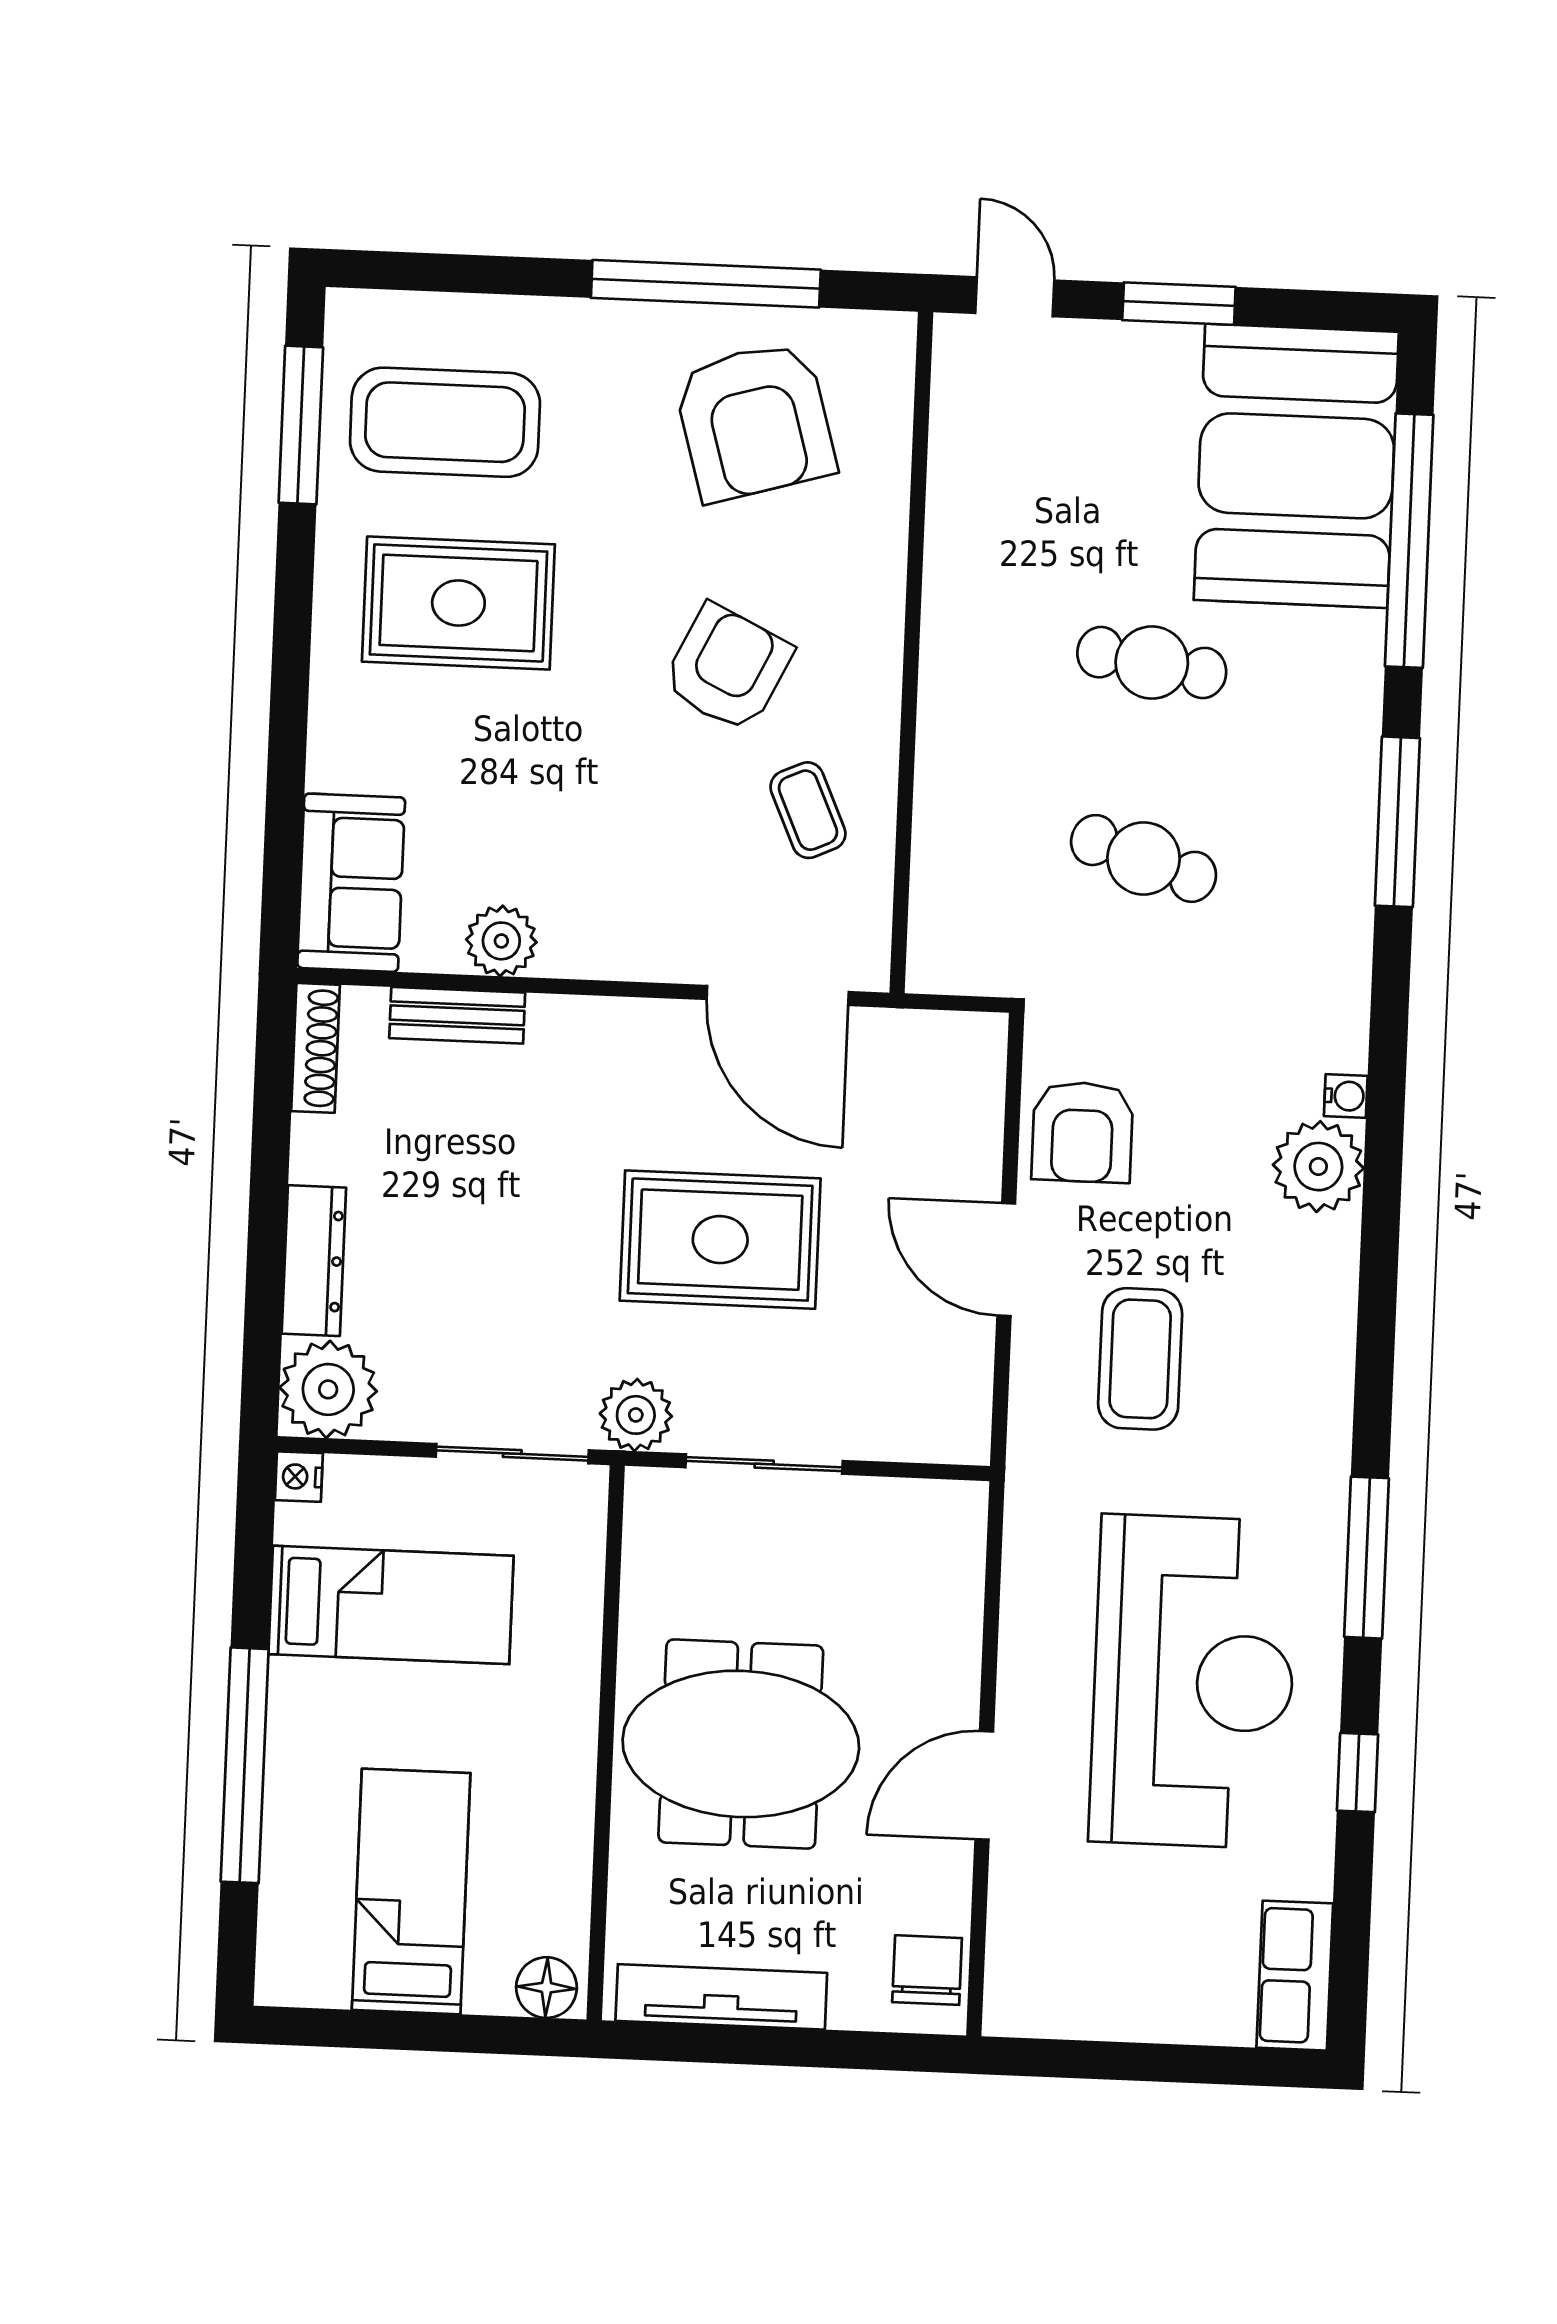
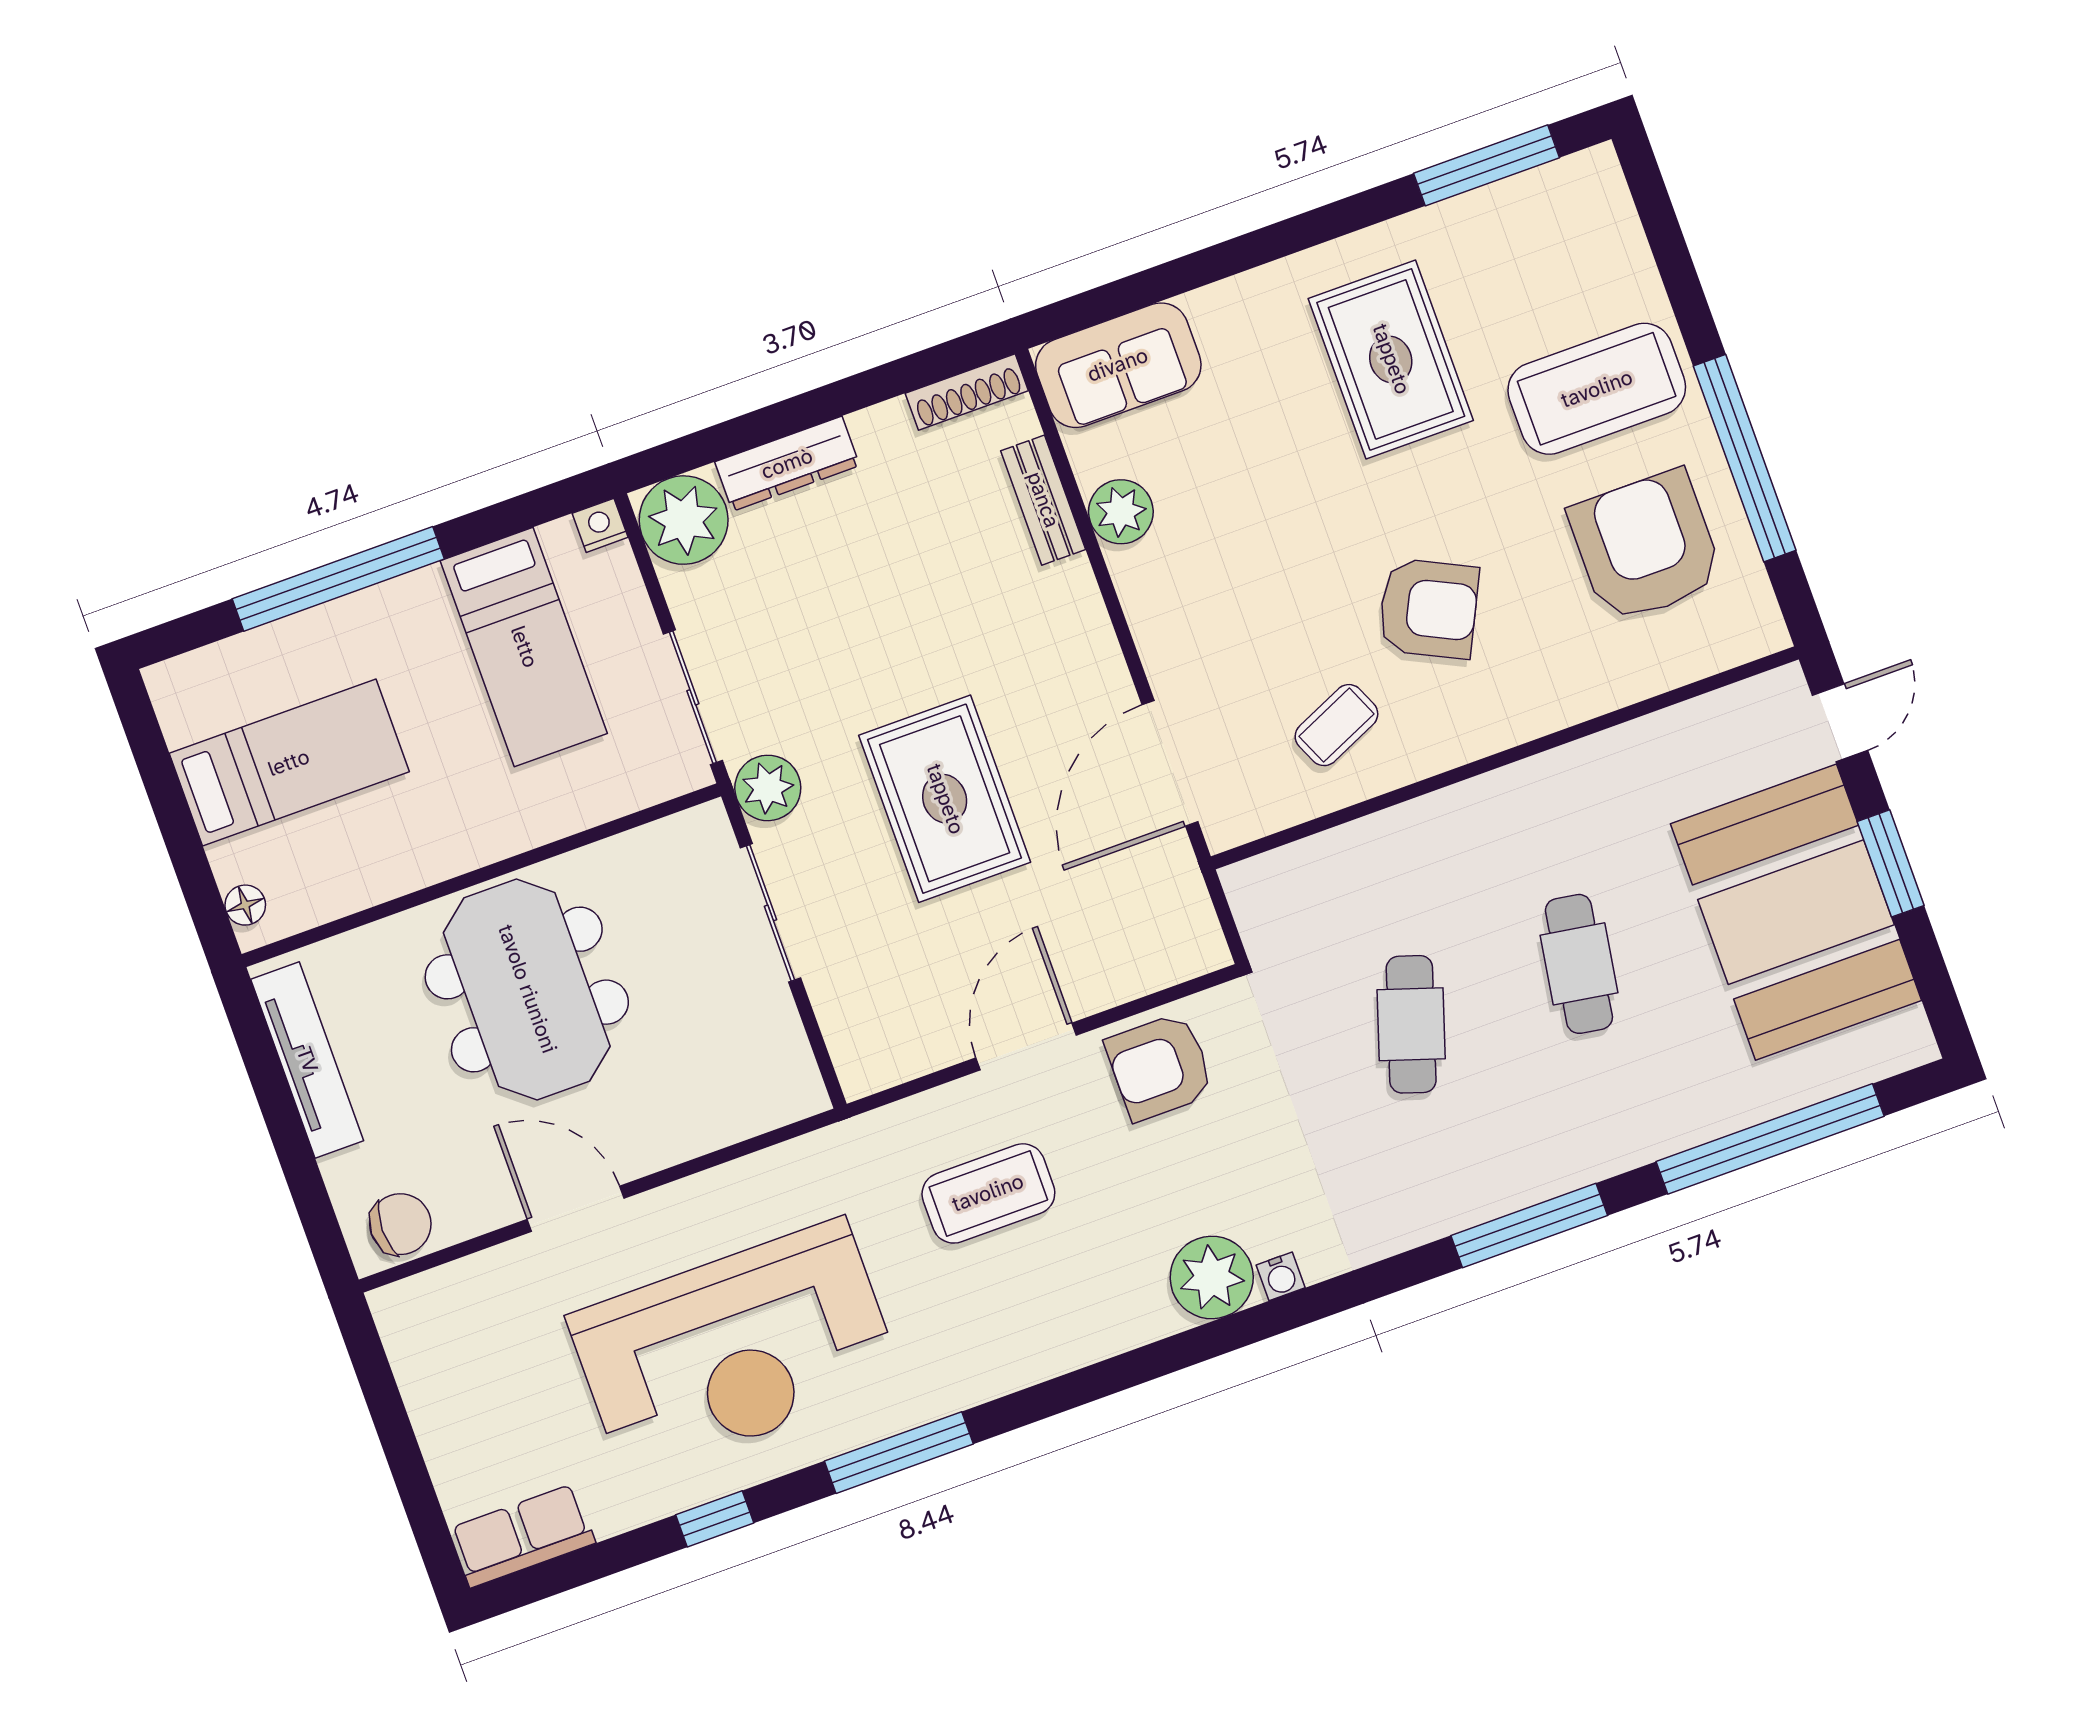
armchair: (755, 421) -> (1646, 546), turned 106
coffee table: (445, 422) -> (1597, 389), moved, turned 90
booth: (1296, 466) -> (1796, 912), moved, turned 90
floor lamp: (546, 1988) -> (245, 905), width x0.73, depth x0.73

